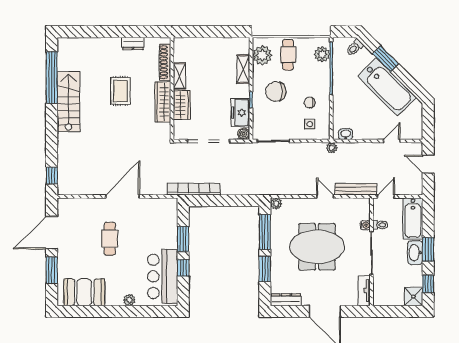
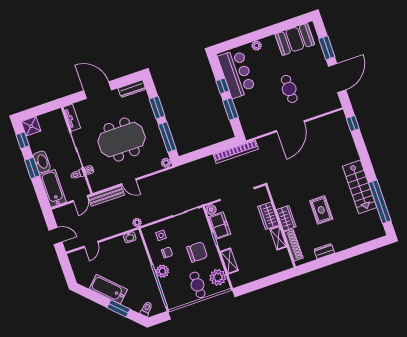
plant: (322, 54) -> (162, 271), moved
bathtub: (387, 87) -> (108, 289), width x0.73, depth x0.73
wardrobe: (163, 102) -> (286, 218), width x0.67

